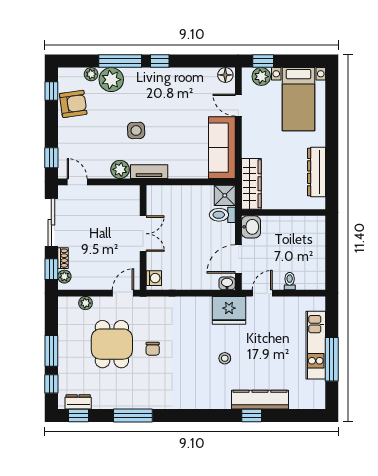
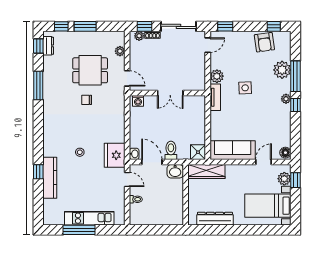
plant: (91, 74) -> (286, 99), moved
toilet: (222, 215) -> (171, 150), moved

